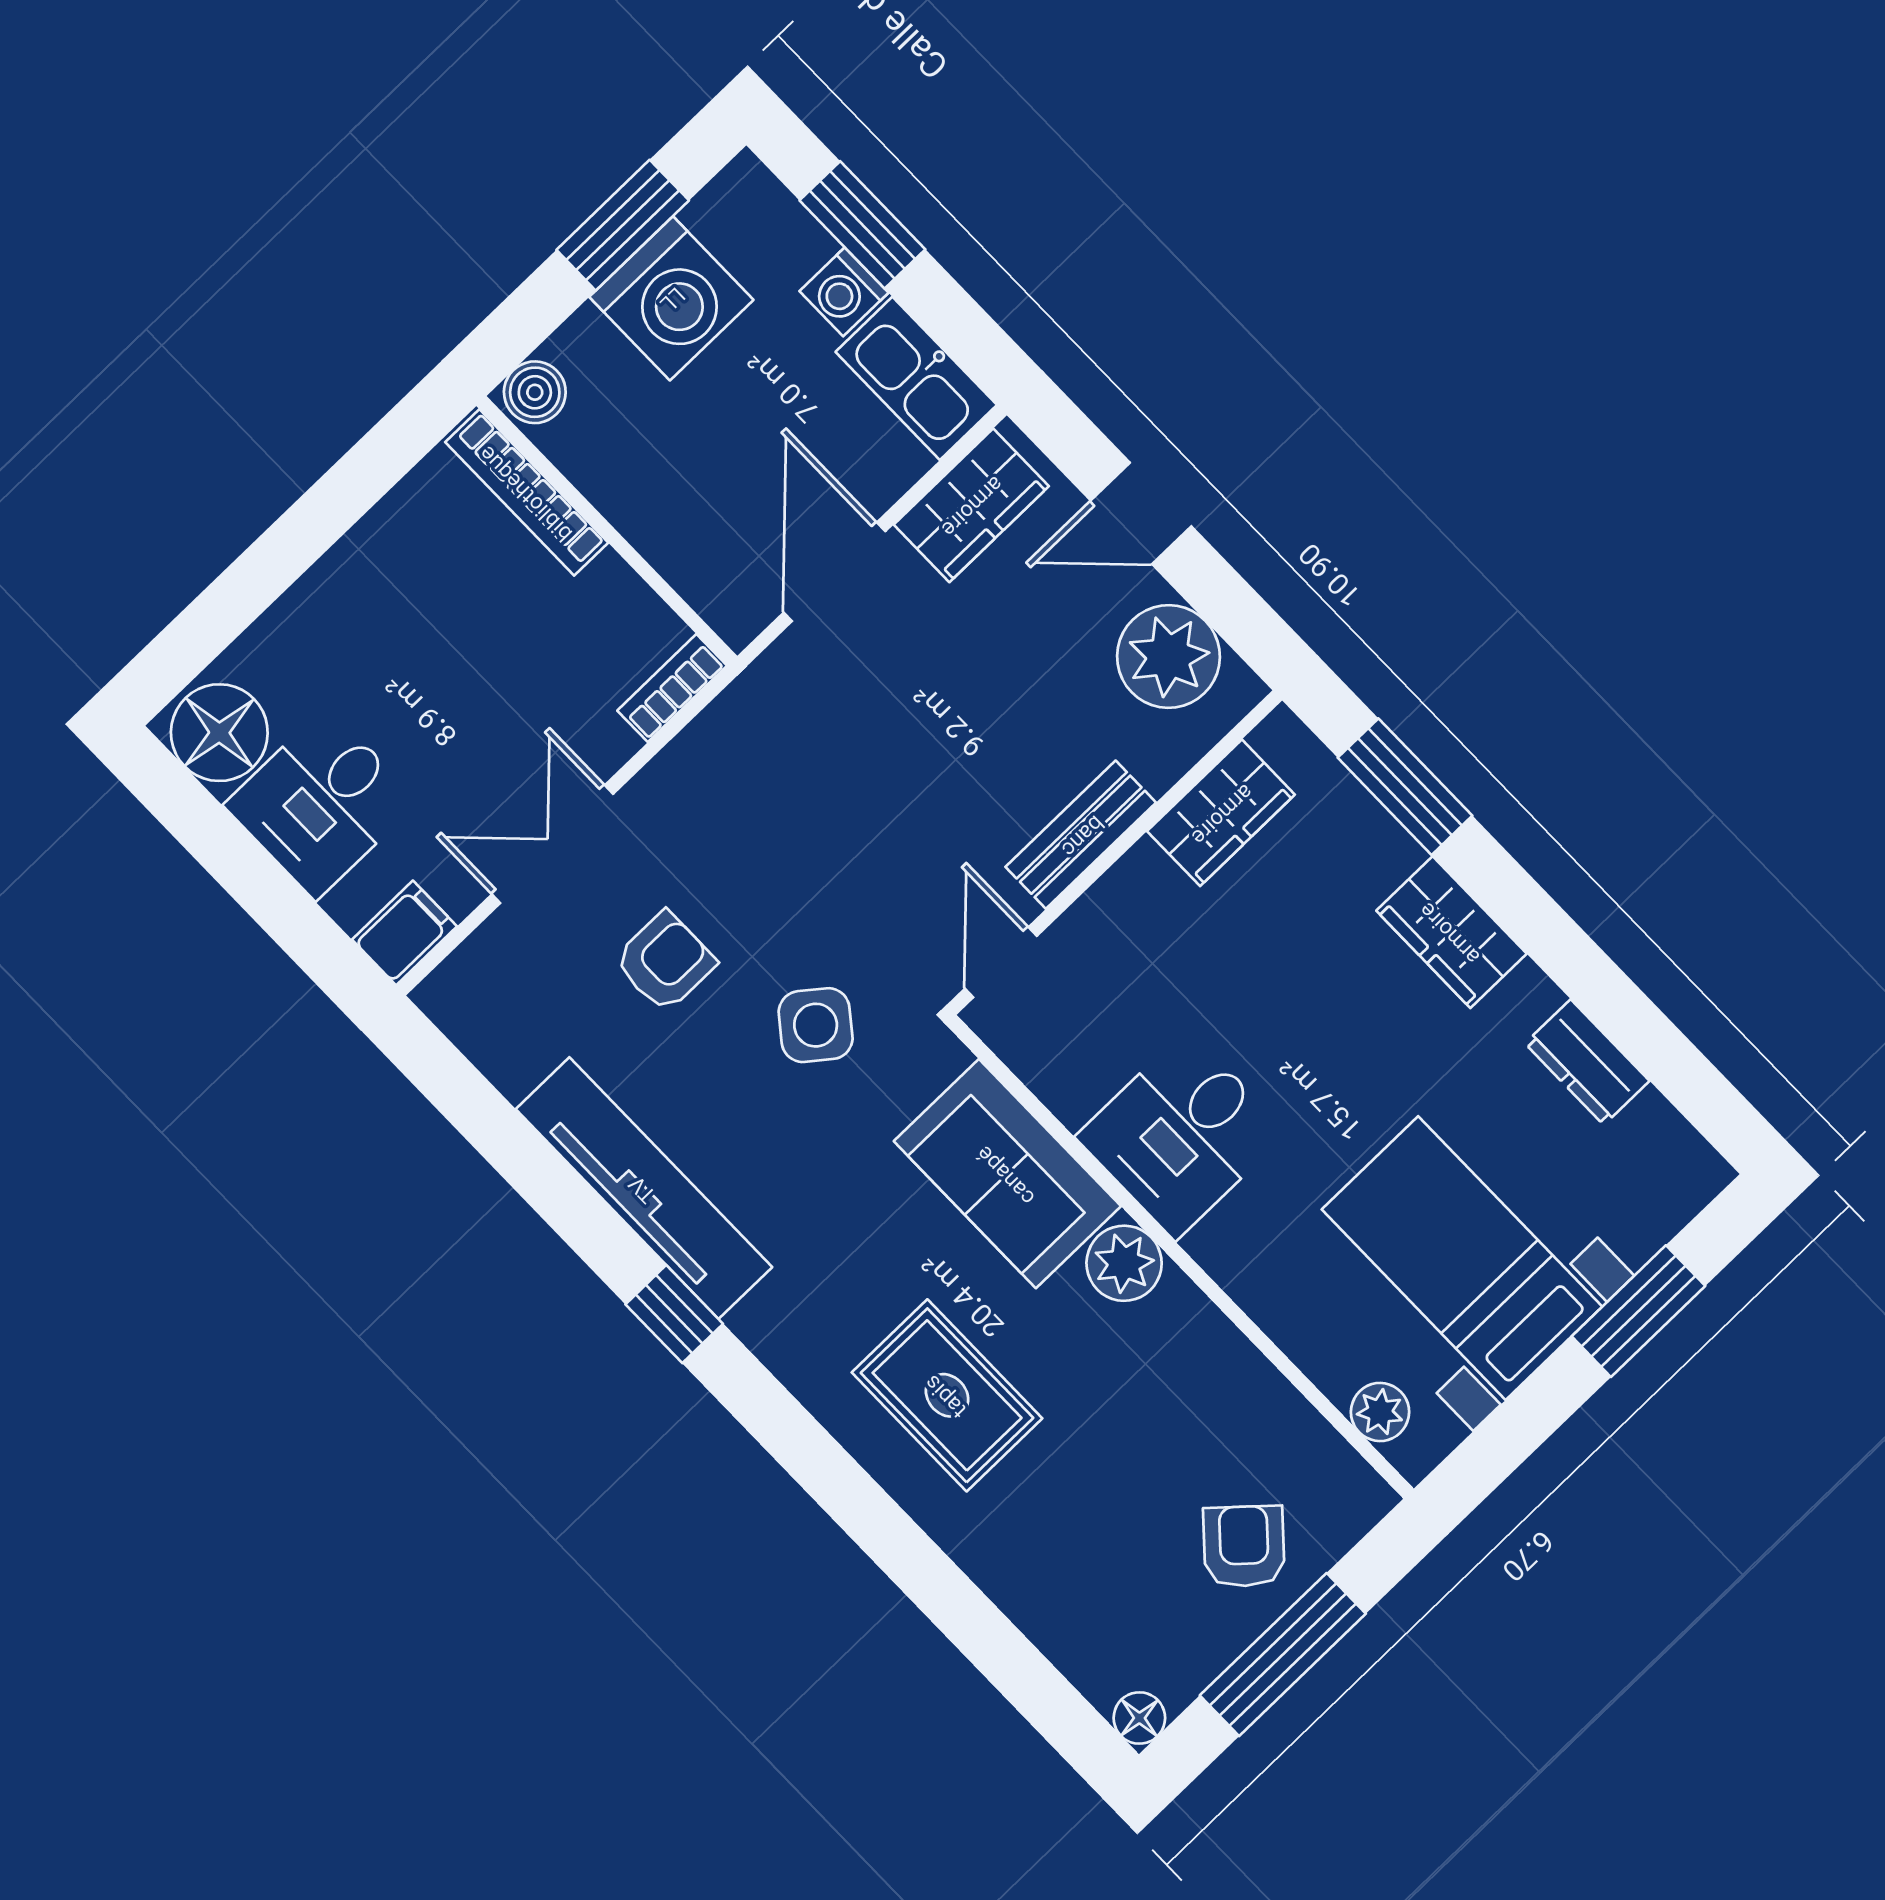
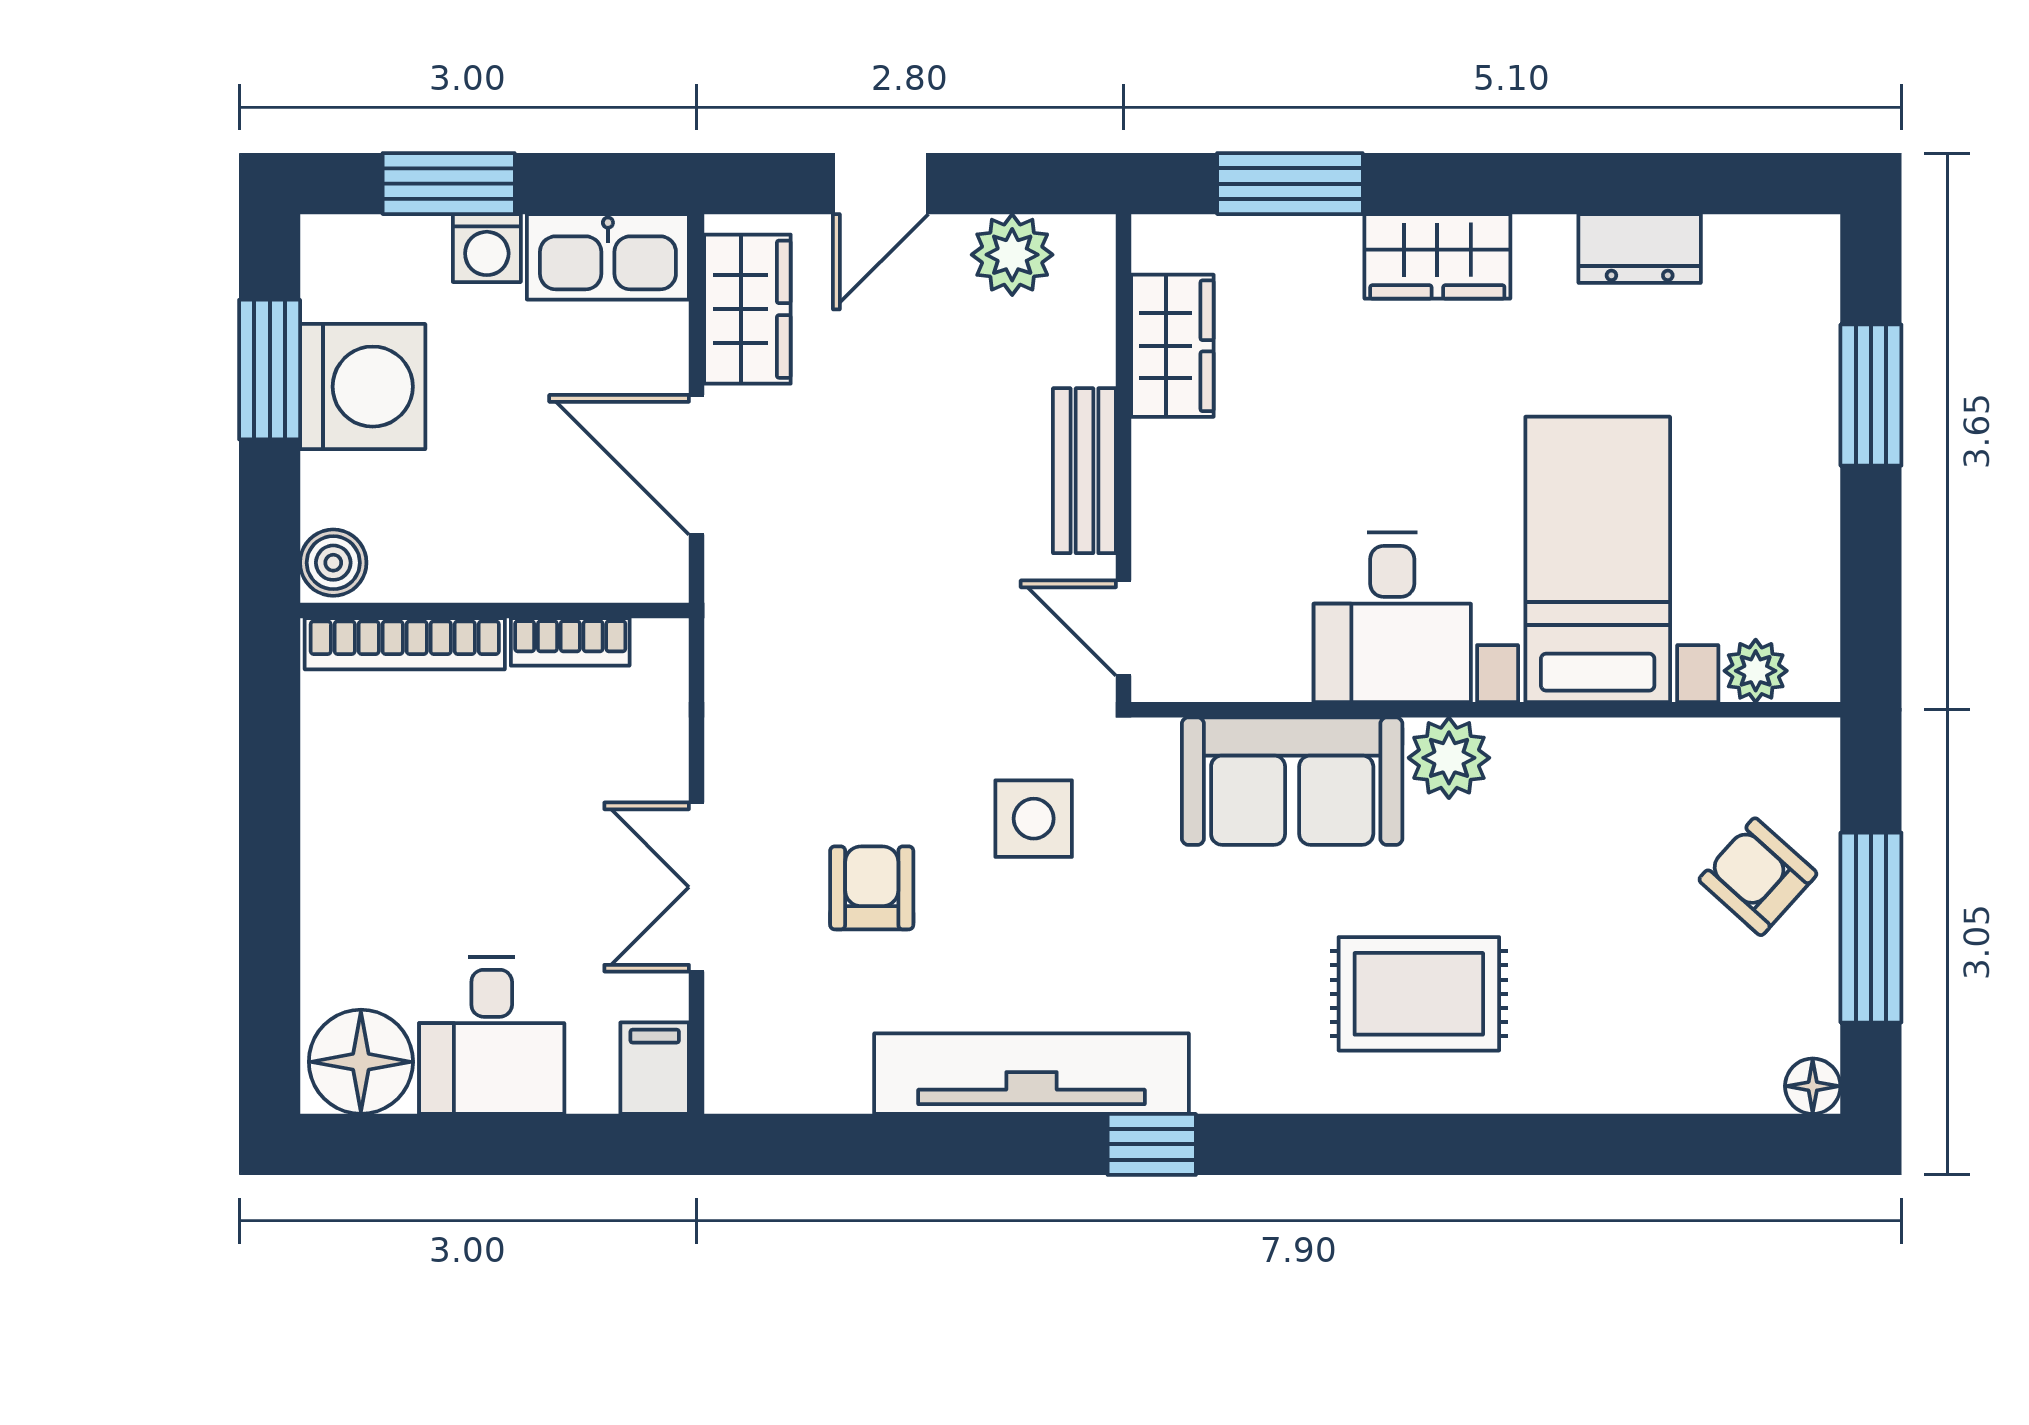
plant: (1169, 657) -> (1012, 255), width x0.73, depth x0.73
bookcase: (672, 688) -> (570, 642), moved, turned -90
side table: (816, 1025) -> (1034, 819), turned -38
bed with nightstands: (1462, 1258) -> (1598, 559), moved, turned 90

